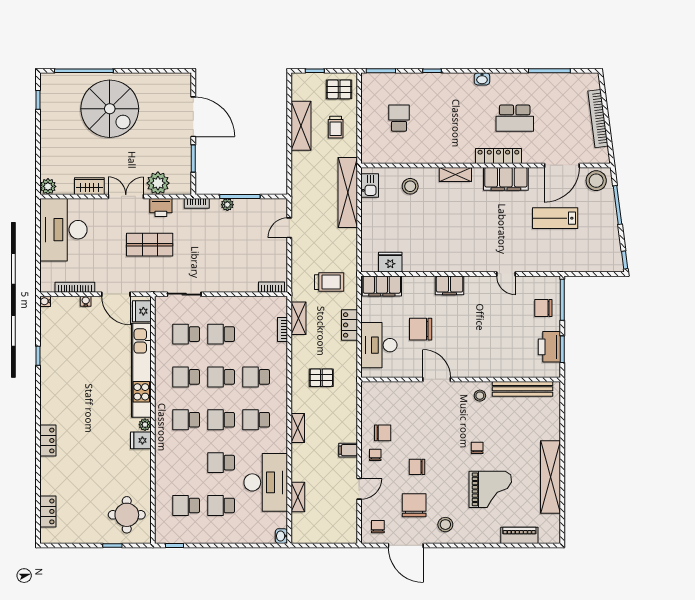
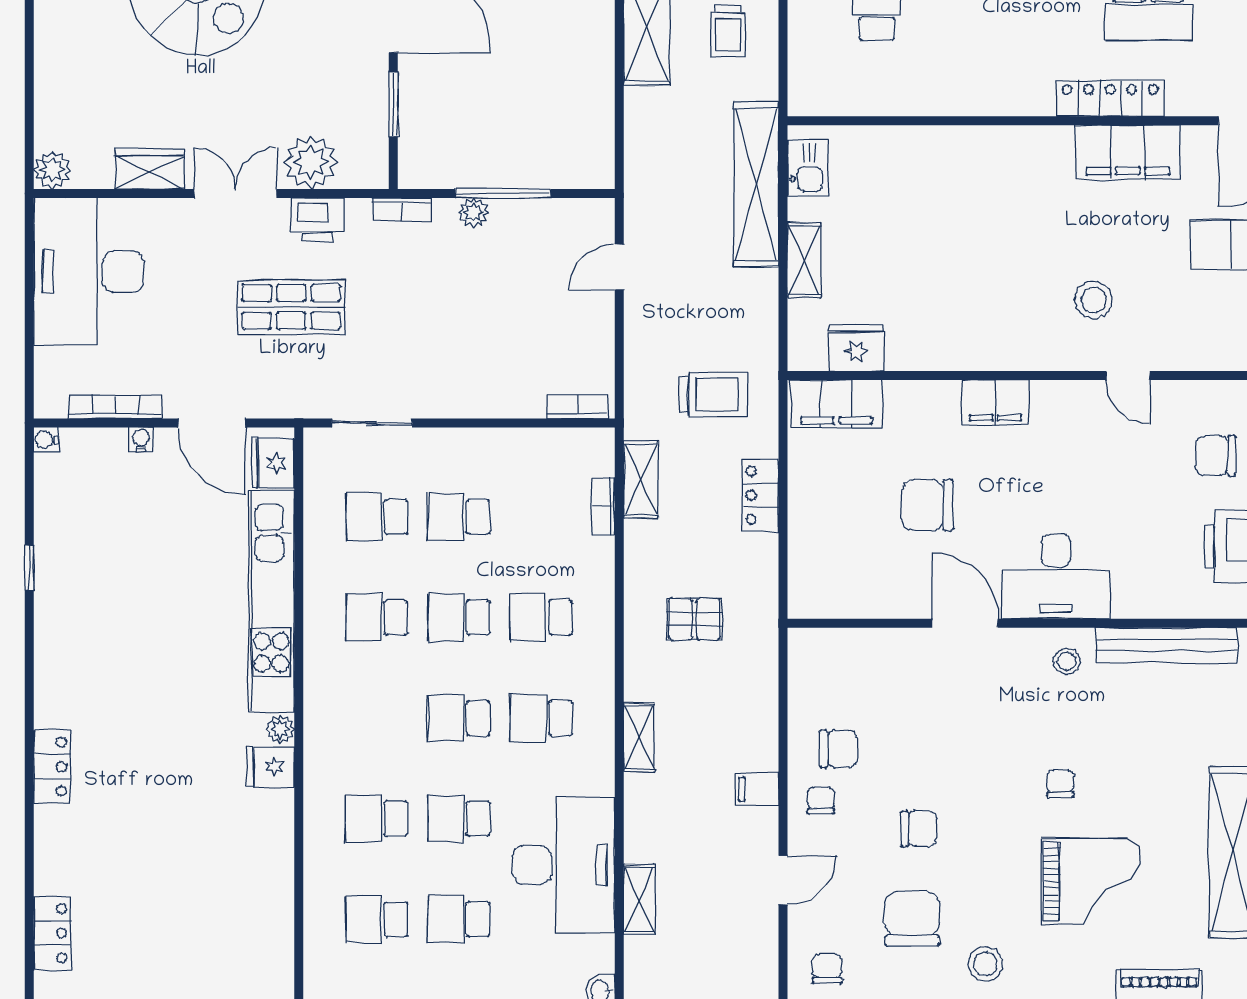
shelving: (455, 174) -> (804, 260), moved, turned 90
stool: (410, 186) -> (1093, 300), moved
desk: (379, 345) -> (1056, 577), moved, turned -90
school desk: (186, 420) -> (377, 819), moved
chair: (417, 467) -> (919, 829), turned 180
round table: (127, 515) -> (237, 941), removed

